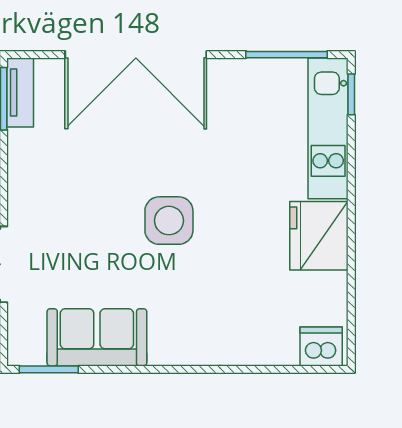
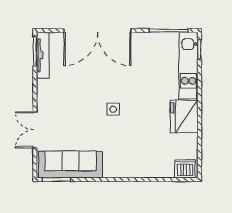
tv unit: (20, 93) -> (43, 55), width x1.41
side table: (169, 221) -> (113, 109), width x0.54, depth x0.54
sofa: (97, 337) -> (71, 164), width x1.36

